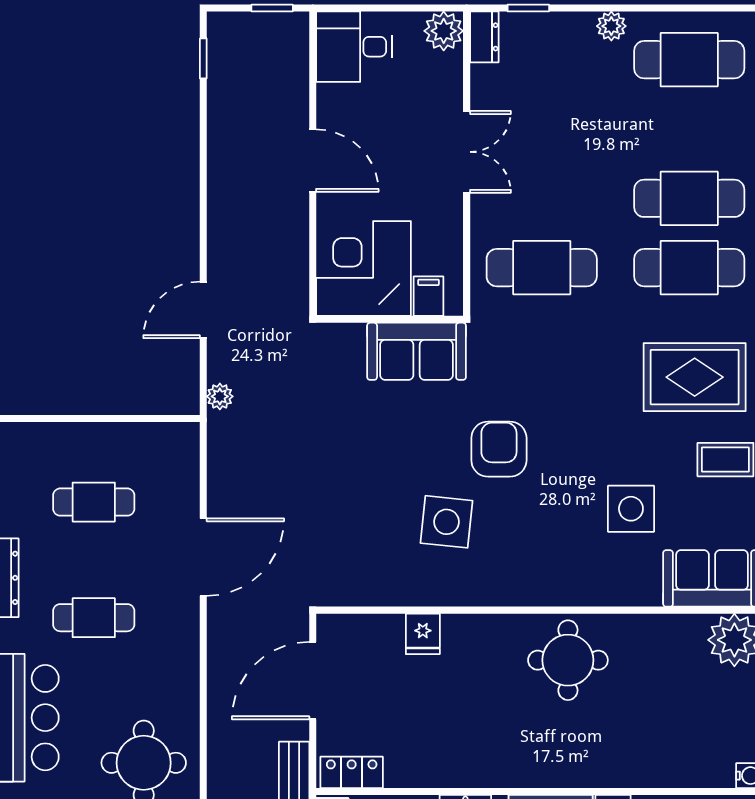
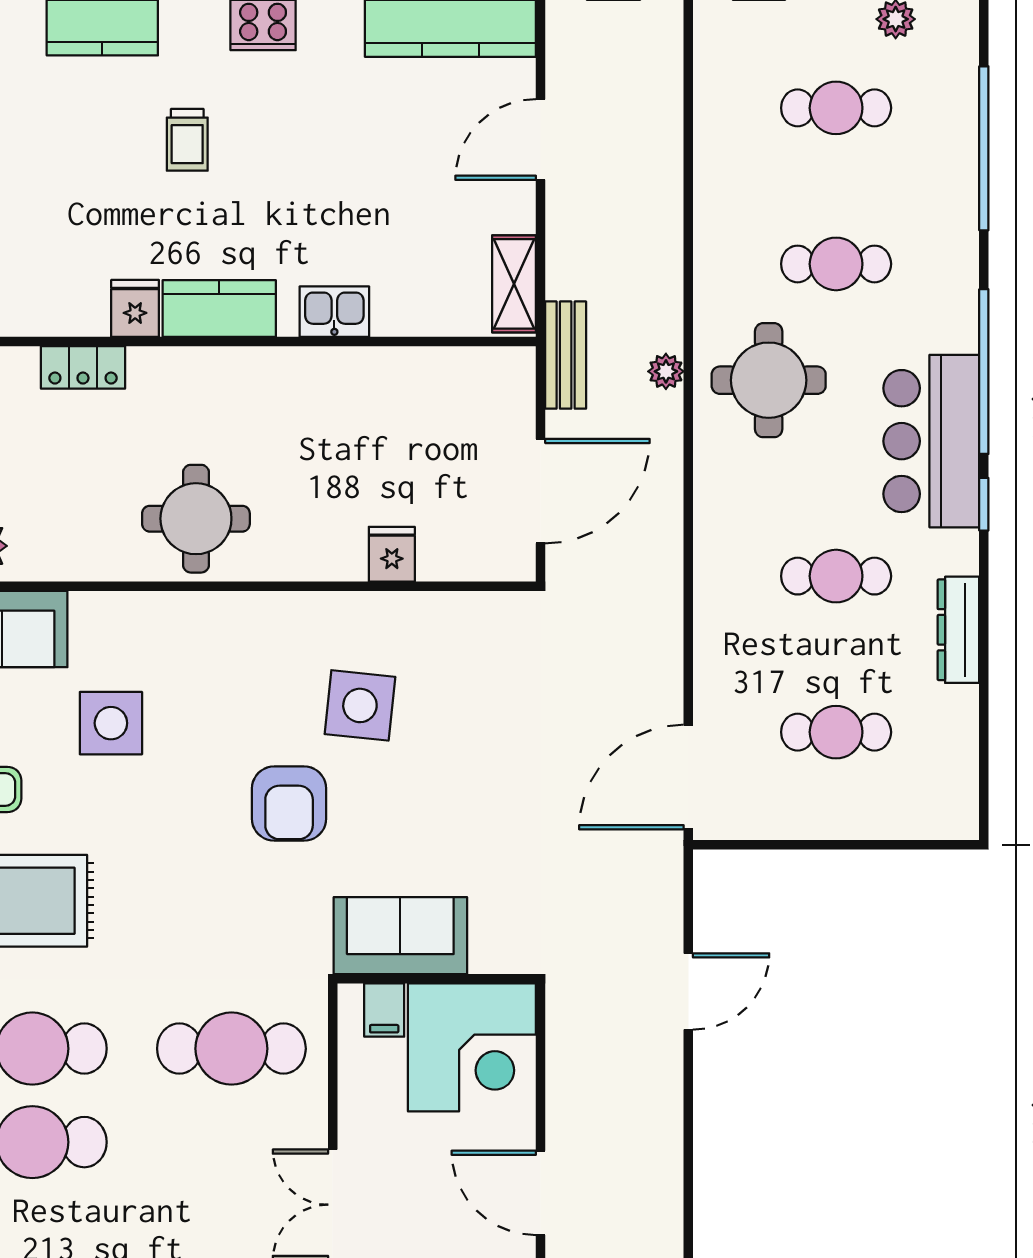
plant: (220, 396) -> (666, 371), moved
door: (203, 557) -> (688, 777), moved
locker: (352, 772) -> (83, 367), moved

